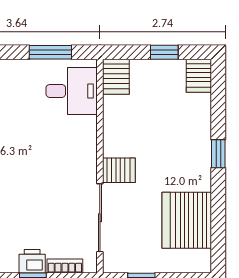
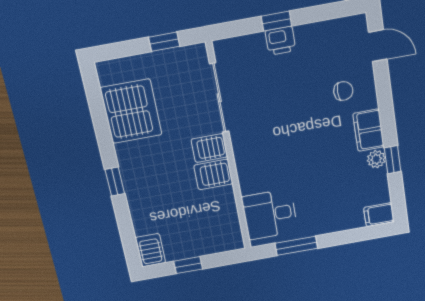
server rack: (116, 77) -> (213, 174), moved, turned -90
bookcase: (65, 266) -> (246, 42), removed

